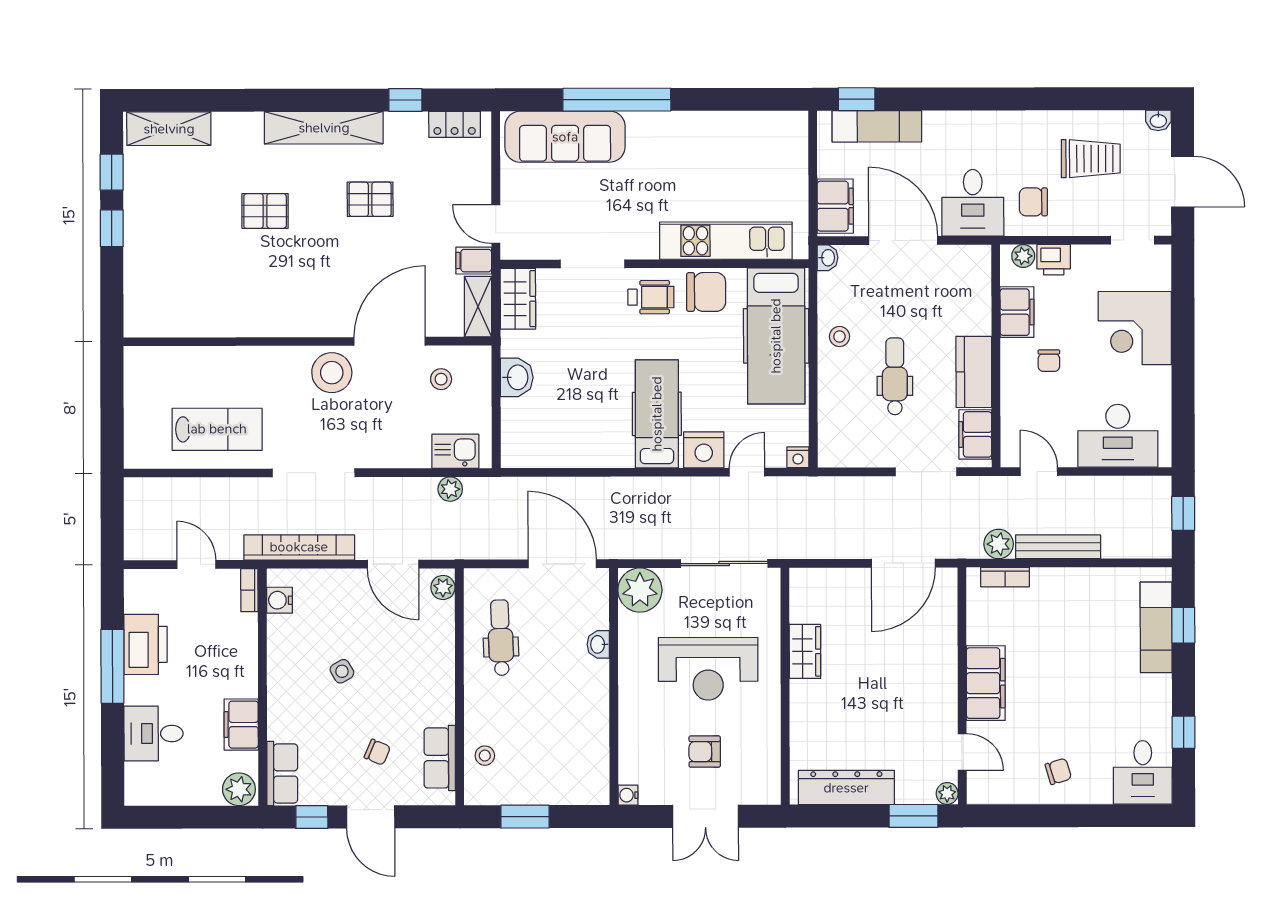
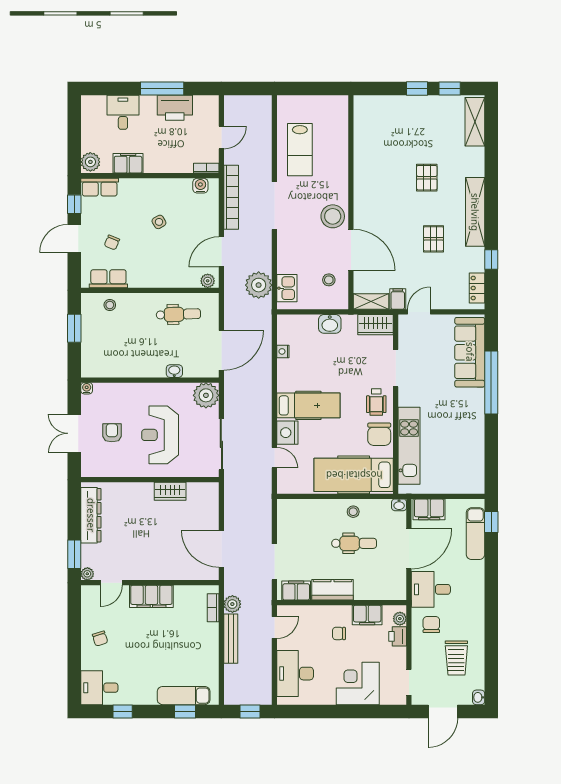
dental chair: (895, 376) -> (354, 543), moved
nightstand: (798, 457) -> (283, 351), moved
plant: (450, 489) -> (259, 285), width x1.87, depth x1.87

